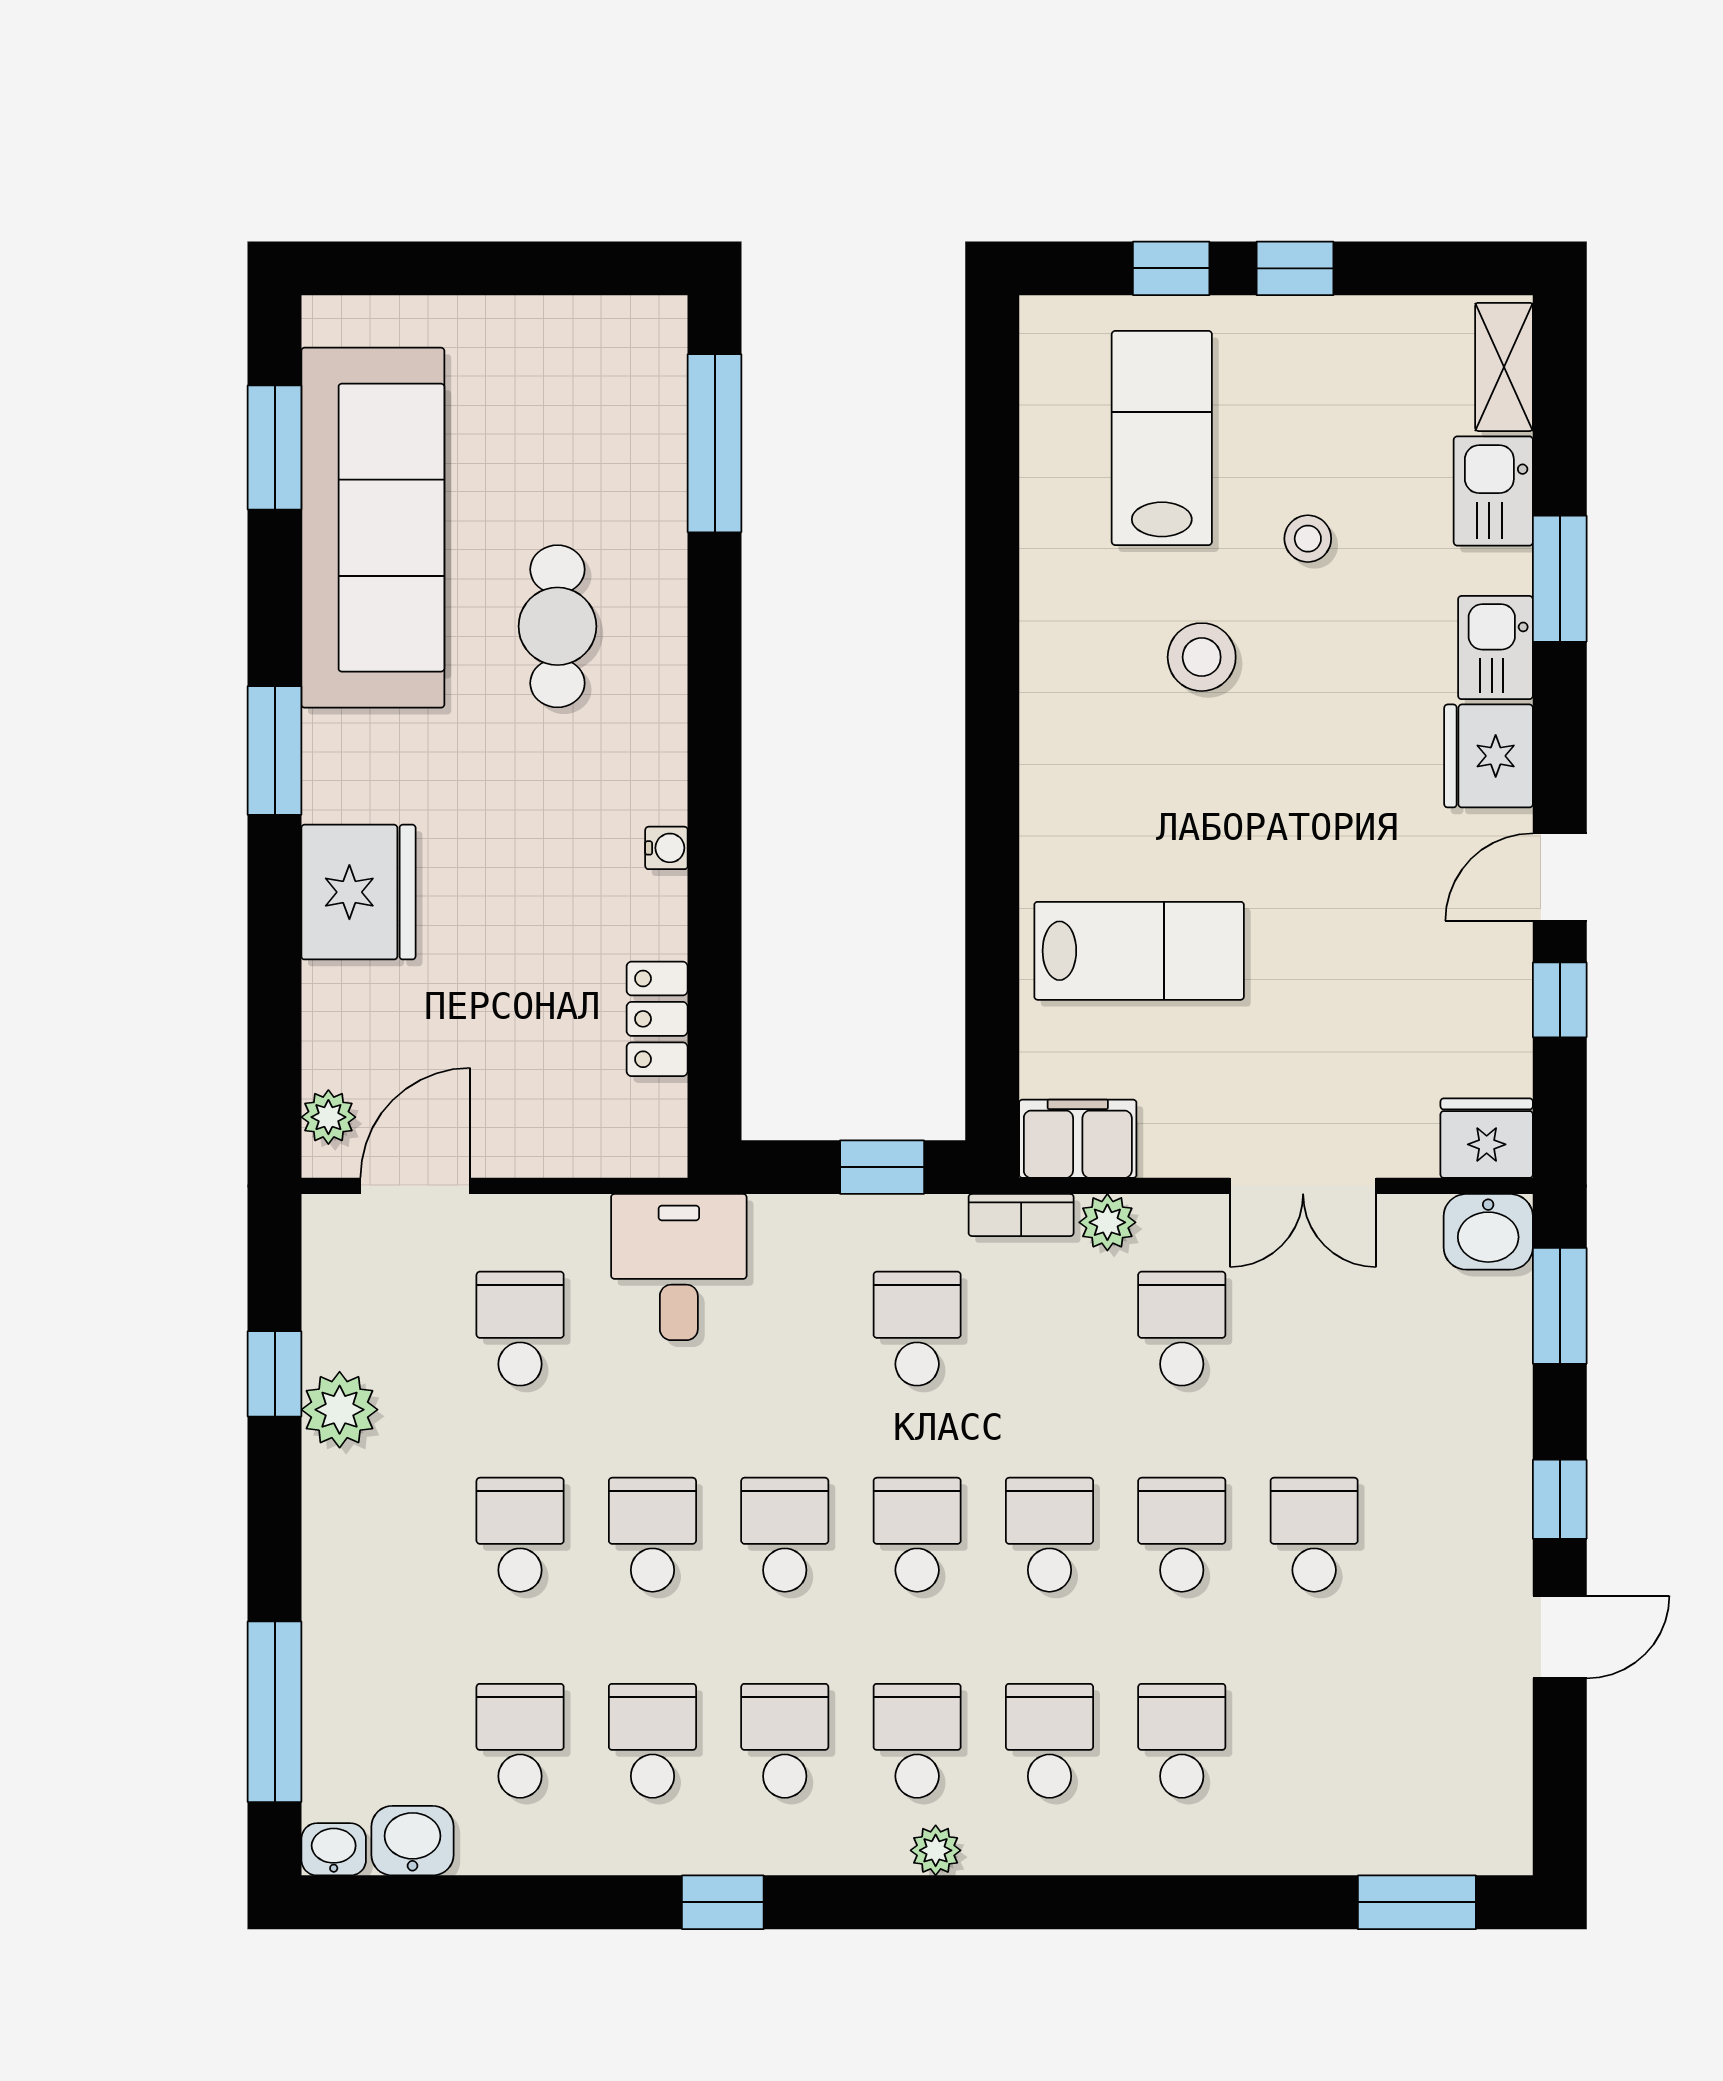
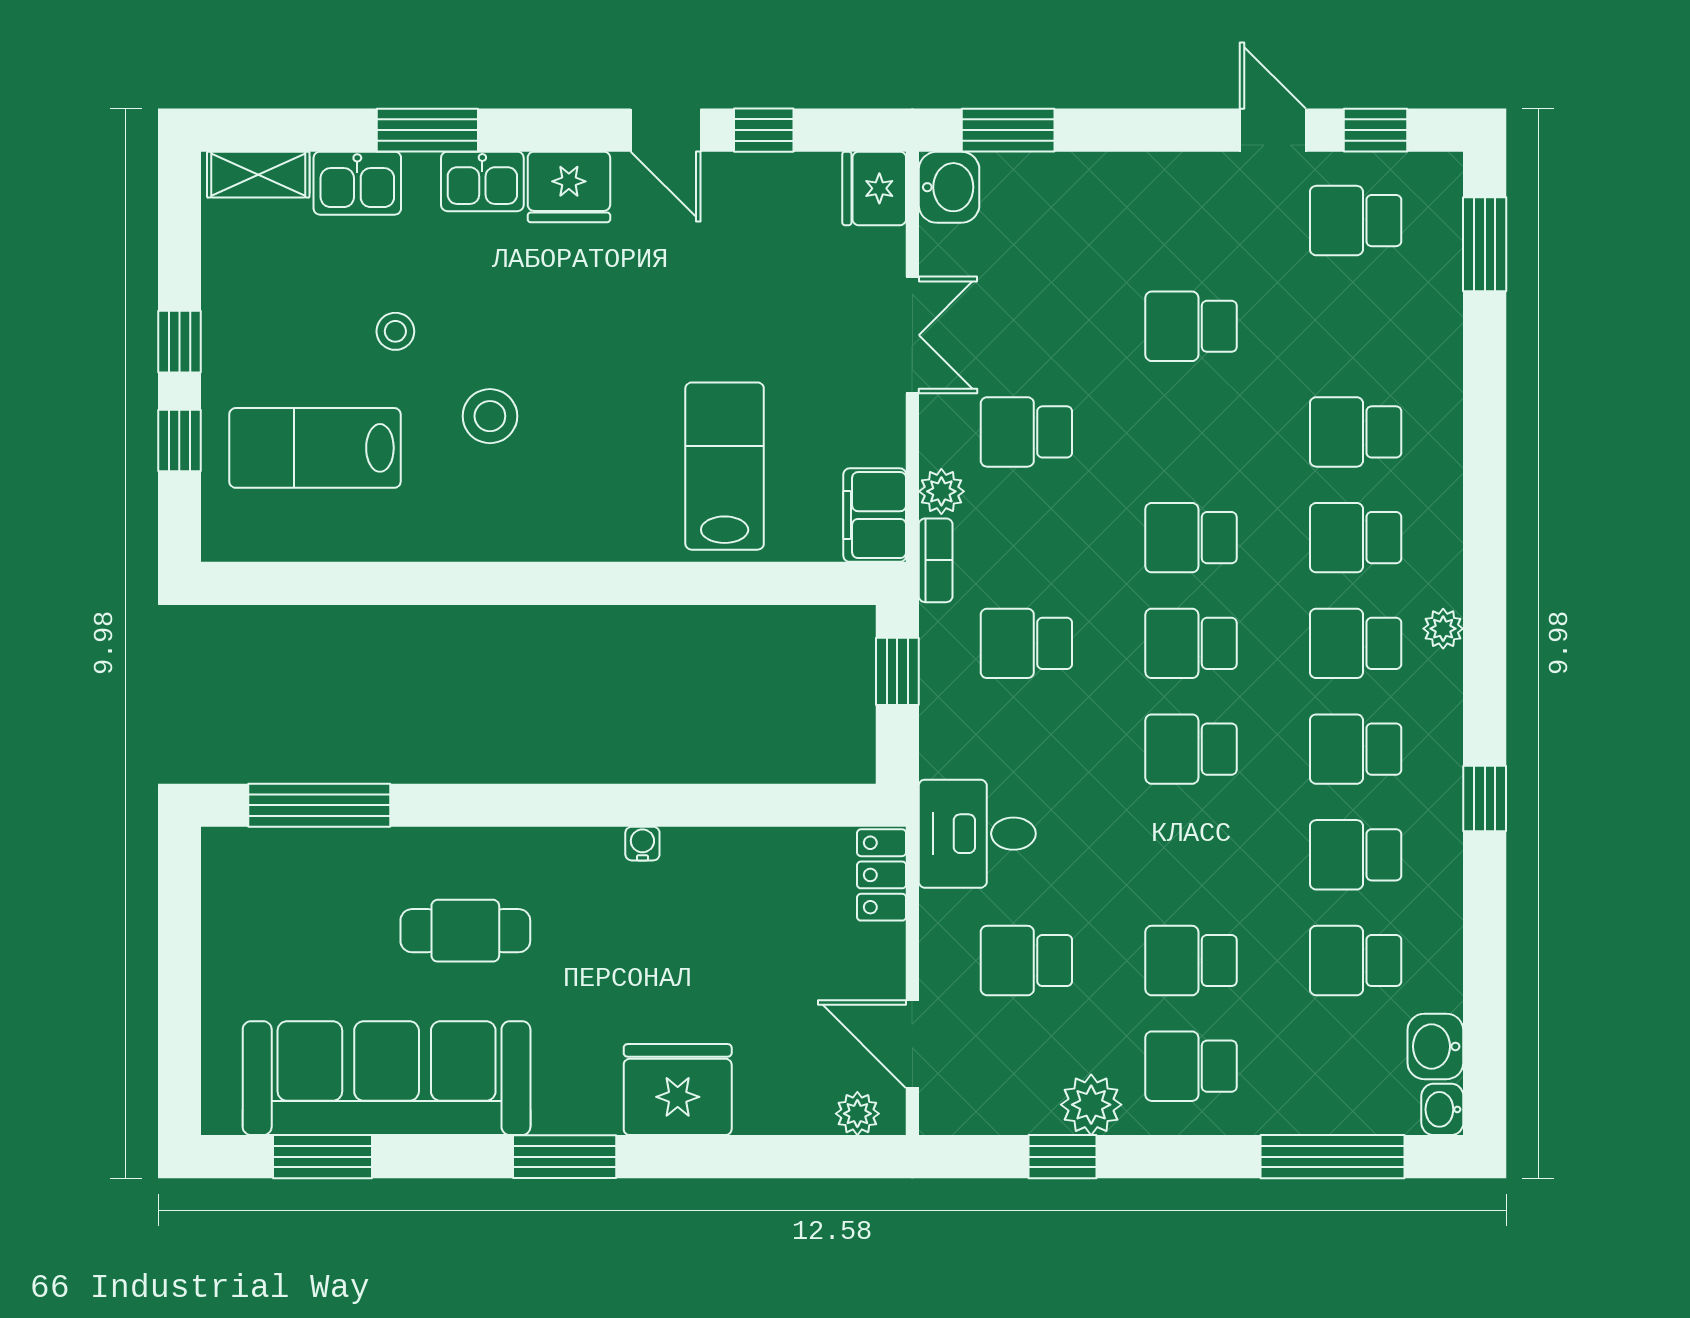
locker: (657, 1019) -> (882, 875), moved, turned 90
window: (1560, 1499) -> (1376, 130), moved
school desk: (652, 1535) -> (1191, 1066), moved
school desk: (1182, 1535) -> (1356, 221), moved

